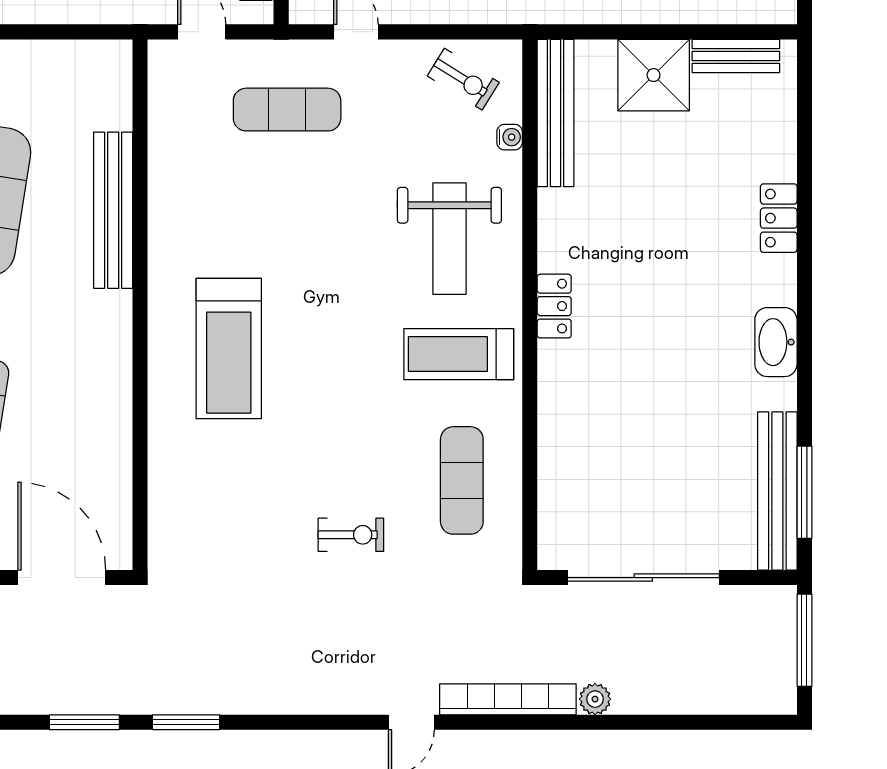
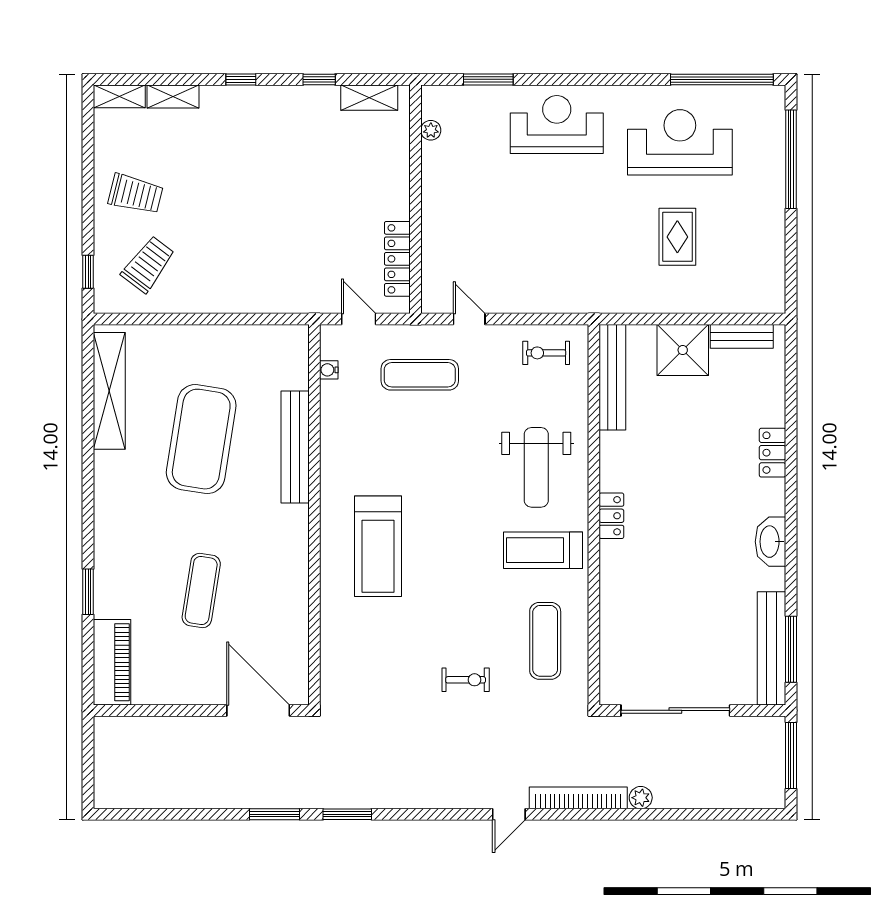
exercise bike: (463, 79) -> (546, 353), turned 148
water cooler: (510, 137) -> (329, 370), moved, turned 180

